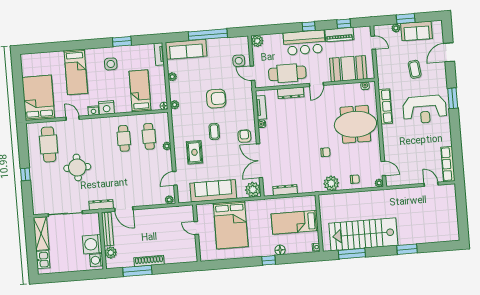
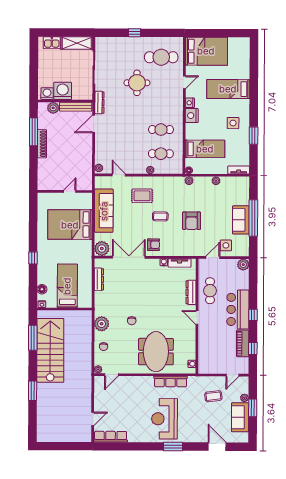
sofa: (186, 49) -> (241, 220), moved, width x0.73
booth: (348, 69) -> (210, 349), removed
coffee table: (415, 69) -> (213, 396), moved
cafe table: (287, 73) -> (210, 291), width x0.73, depth x0.74
floor lamp: (280, 250) -> (42, 289), moved

